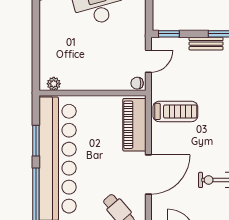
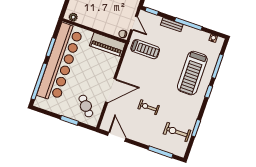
door: (148, 61) -> (134, 23), hinge flipped
treadmill: (175, 111) -> (145, 49), moved
piano: (134, 125) -> (107, 44), moved, turned -90

